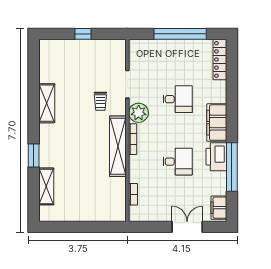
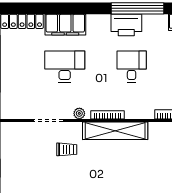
desk: (178, 99) -> (65, 67), width x1.37
plant: (139, 113) -> (79, 113), width x0.53, depth x0.53
filing cabinet: (217, 123) -> (65, 25), moved

